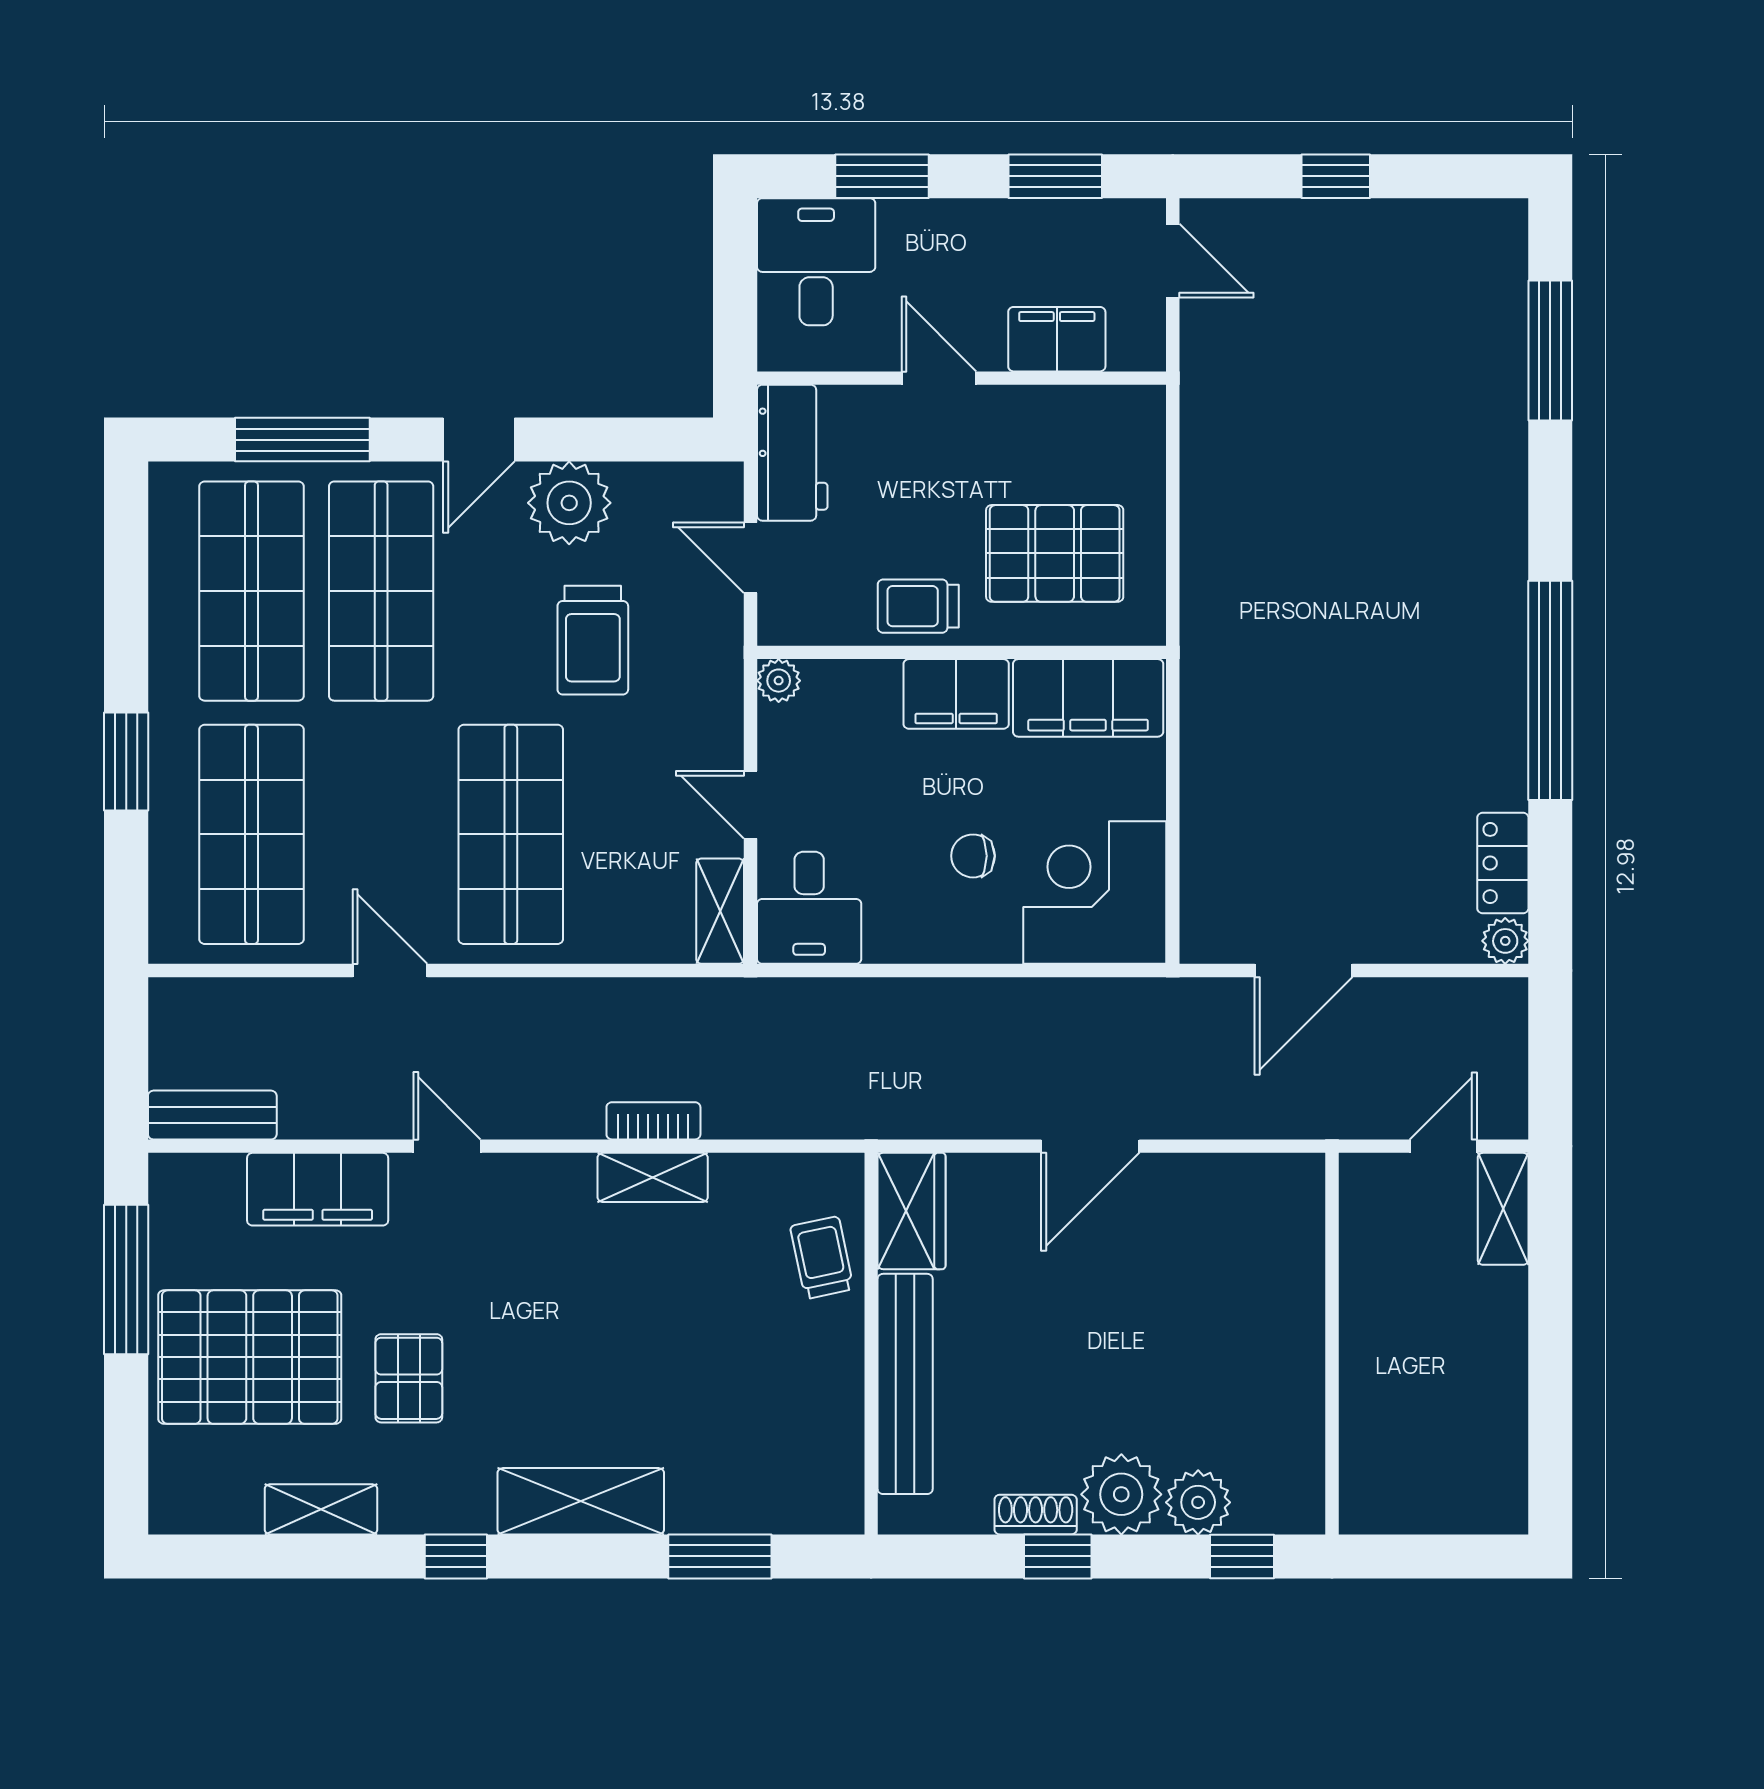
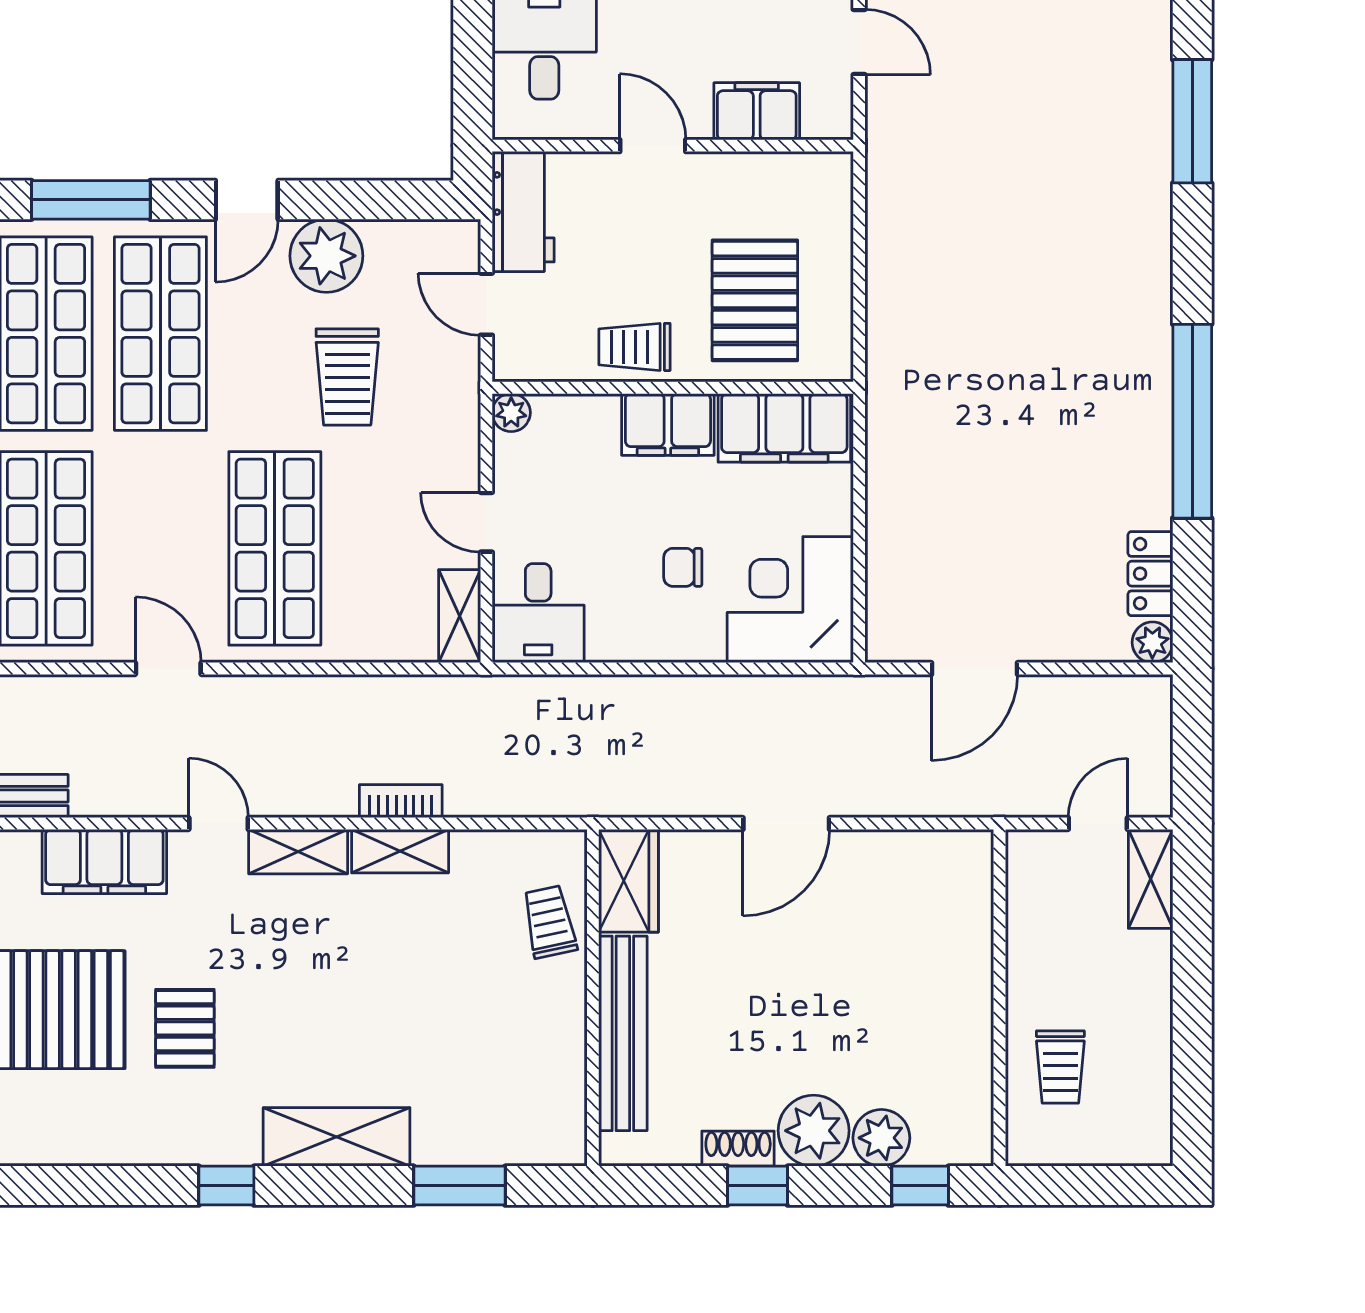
pallet: (1055, 553) -> (755, 300), turned 90
trolley: (1401, 1422) -> (1060, 1067), added
shelving: (321, 1509) -> (298, 852), moved

